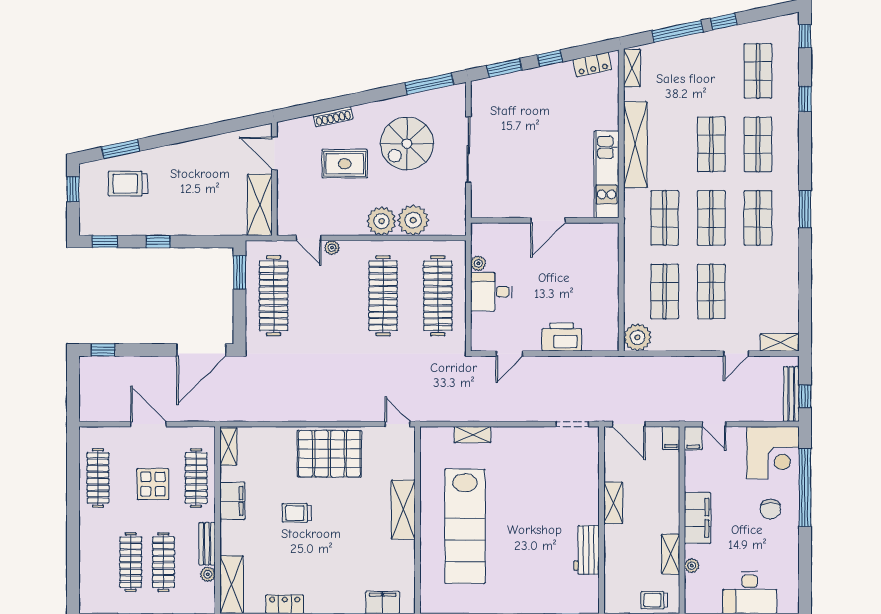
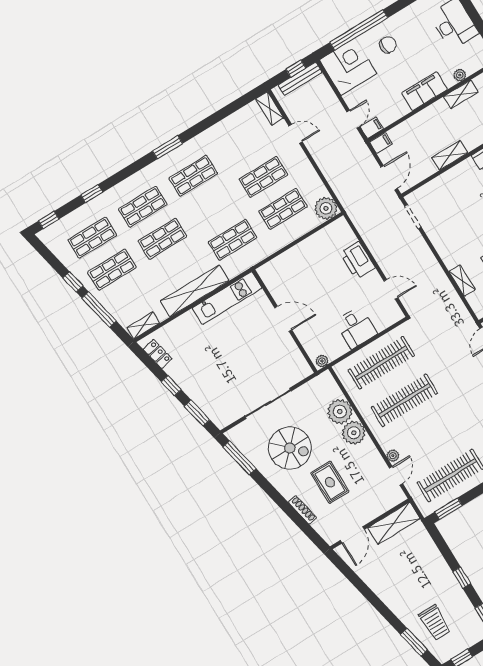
shop shelf: (711, 218) -> (112, 270), moved
plant: (478, 263) -> (322, 361), moved

